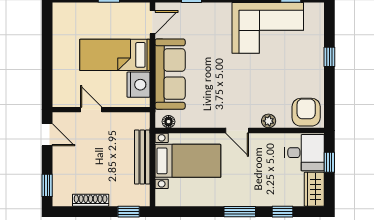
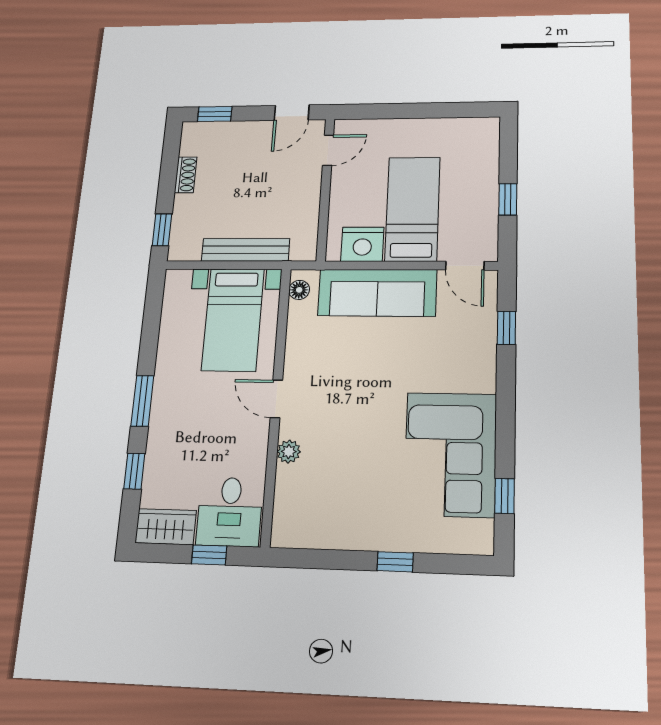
door: (91, 110) -> (328, 150), moved
armchair: (306, 112) -> (299, 517), removed
door: (237, 131) -> (276, 399), hinge flipped
shoe rack: (91, 200) -> (186, 175), width x0.70

